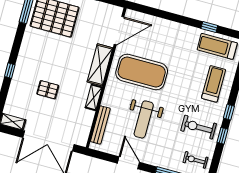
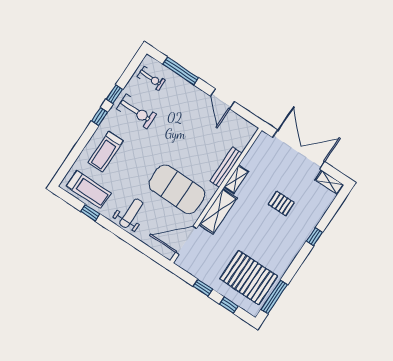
weight bench: (144, 119) -> (131, 213), moved, width x0.73, depth x0.75
bench: (100, 125) -> (226, 167), moved

